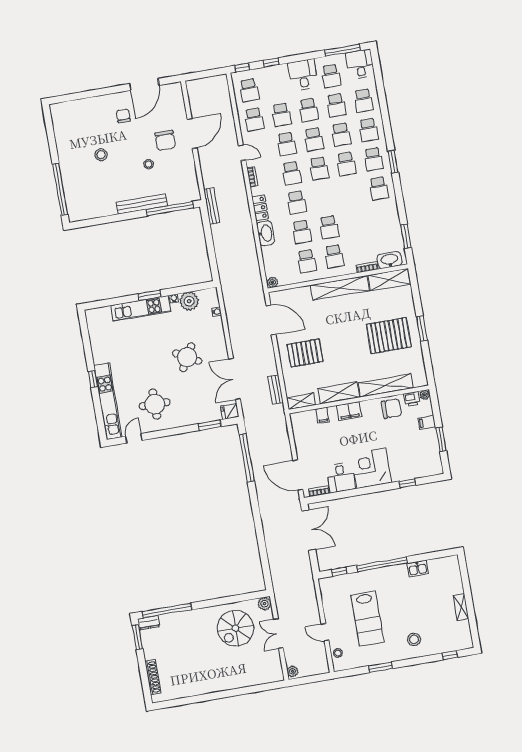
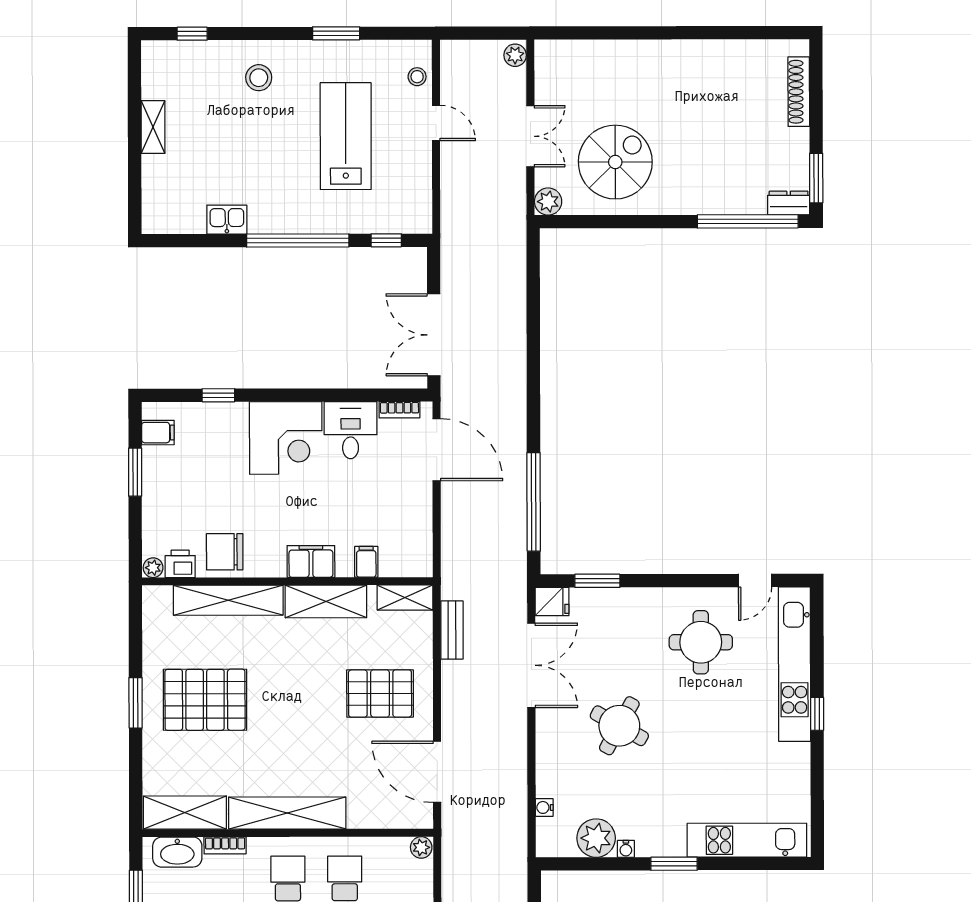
kitchen unit: (141, 308) -> (747, 840), moved
filing cabinet: (427, 422) -> (158, 433), moved

